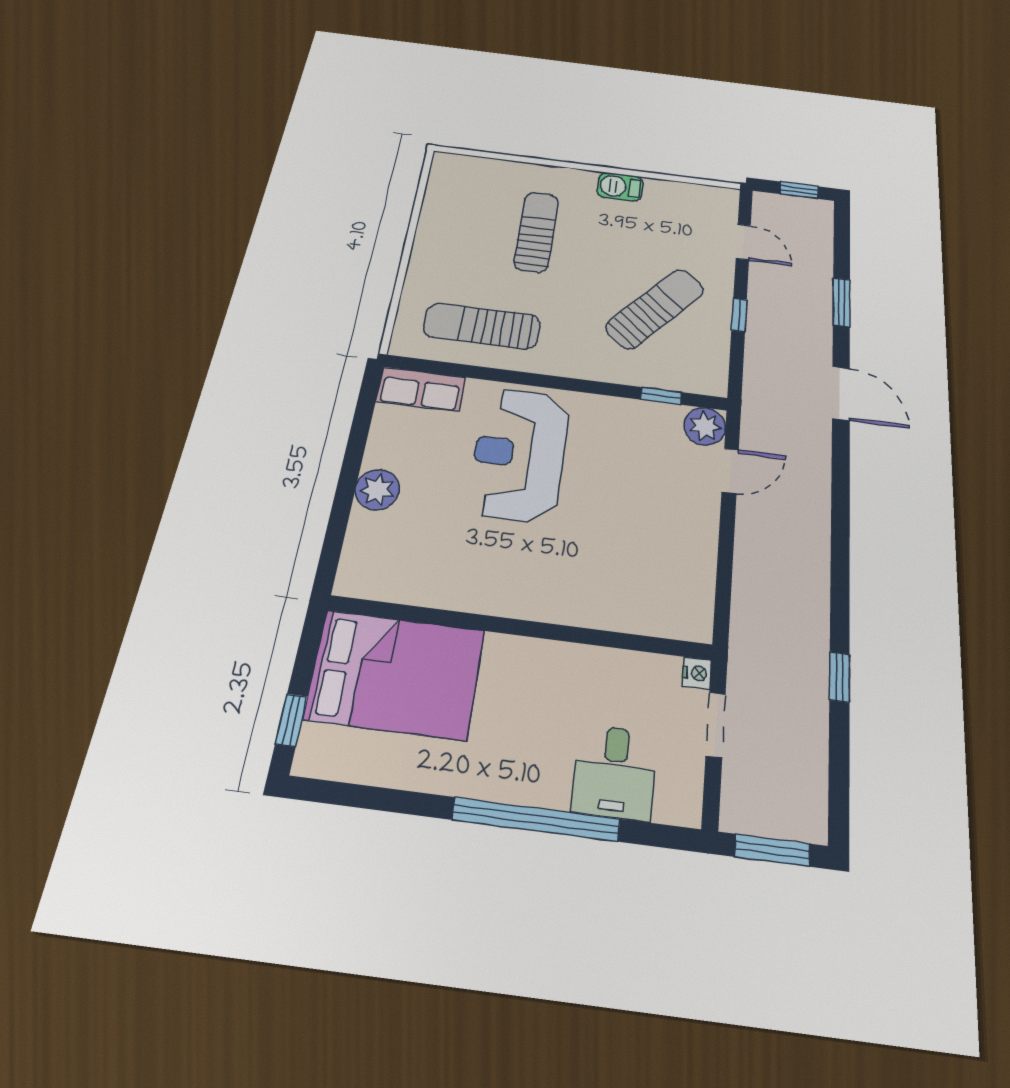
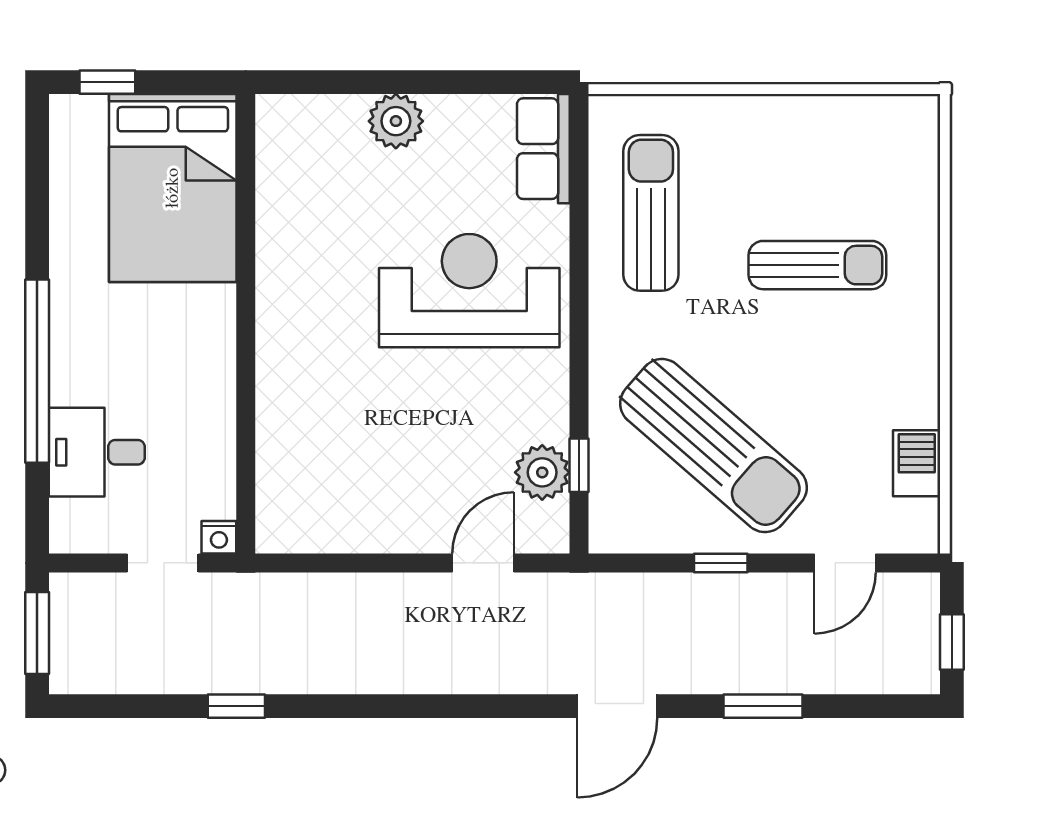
barbecue: (620, 187) -> (917, 463), moved
sun lounger: (655, 309) -> (713, 446), width x1.36, depth x1.34
plant: (705, 426) -> (542, 472), moved
door: (730, 471) -> (483, 563), swing flipped

